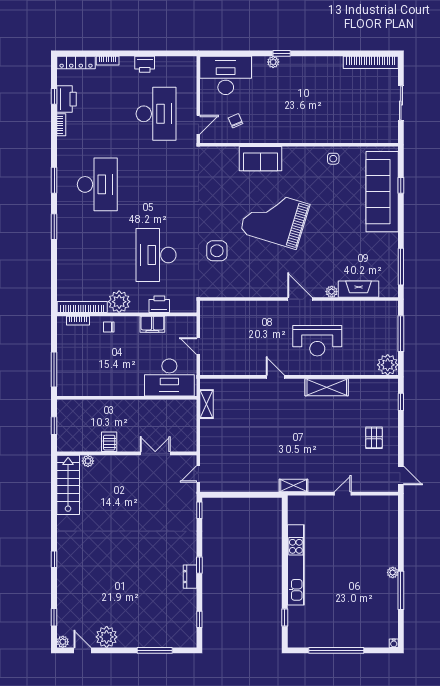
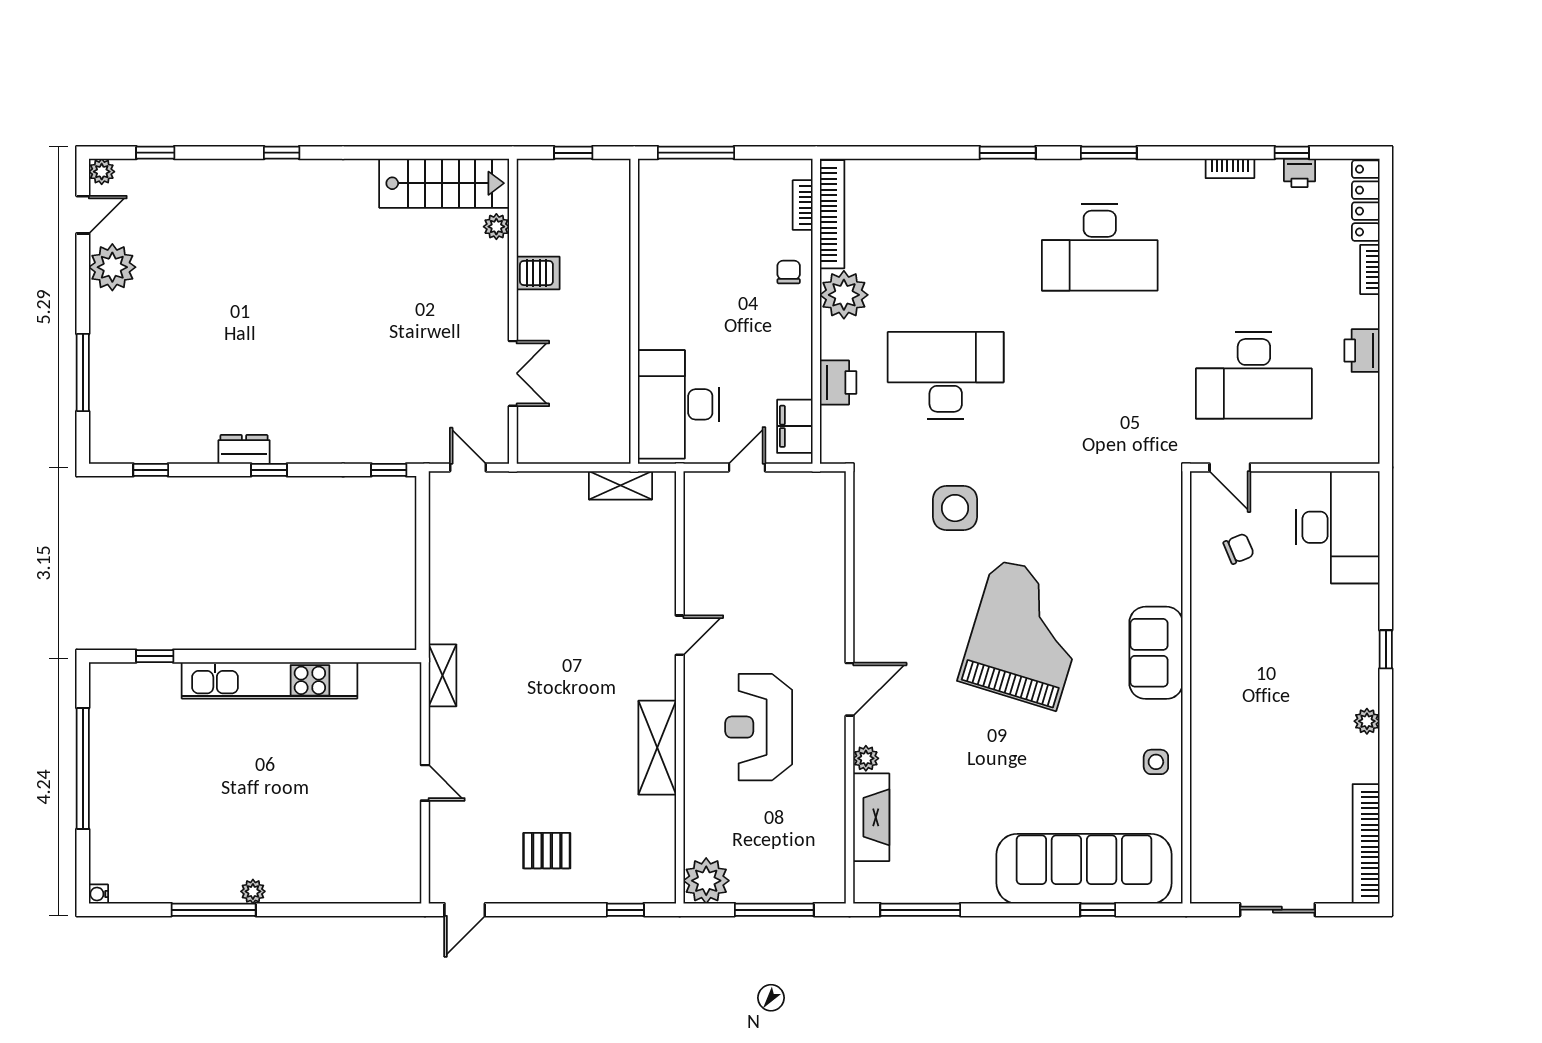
plant: (273, 62) -> (1367, 721), moved
printer: (66, 99) -> (1300, 173), width x0.53, depth x0.68
sofa: (261, 159) -> (1156, 653), moved
filing cabinet: (152, 324) -> (795, 426), moved

